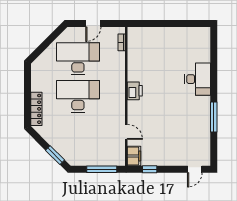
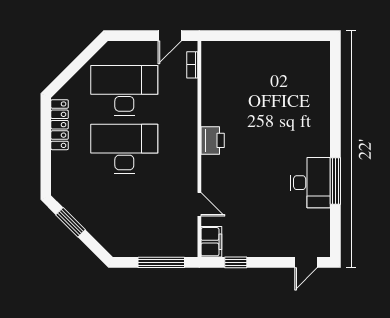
door: (93, 23) -> (170, 36), moved
desk: (198, 79) -> (310, 183), moved
locker: (36, 109) -> (60, 125), moved
window: (55, 155) -> (70, 222), moved

